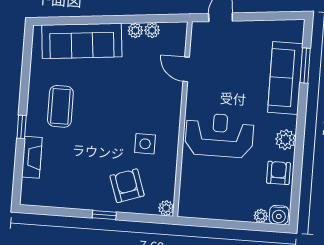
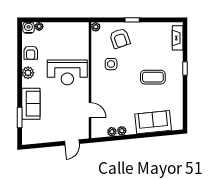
sofa: (82, 41) -> (153, 122), width x0.73
sofa: (285, 78) -> (31, 104), width x0.73
coffee table: (60, 106) -> (153, 77), moved, turned 90
fireplace: (32, 157) -> (178, 38), moved

